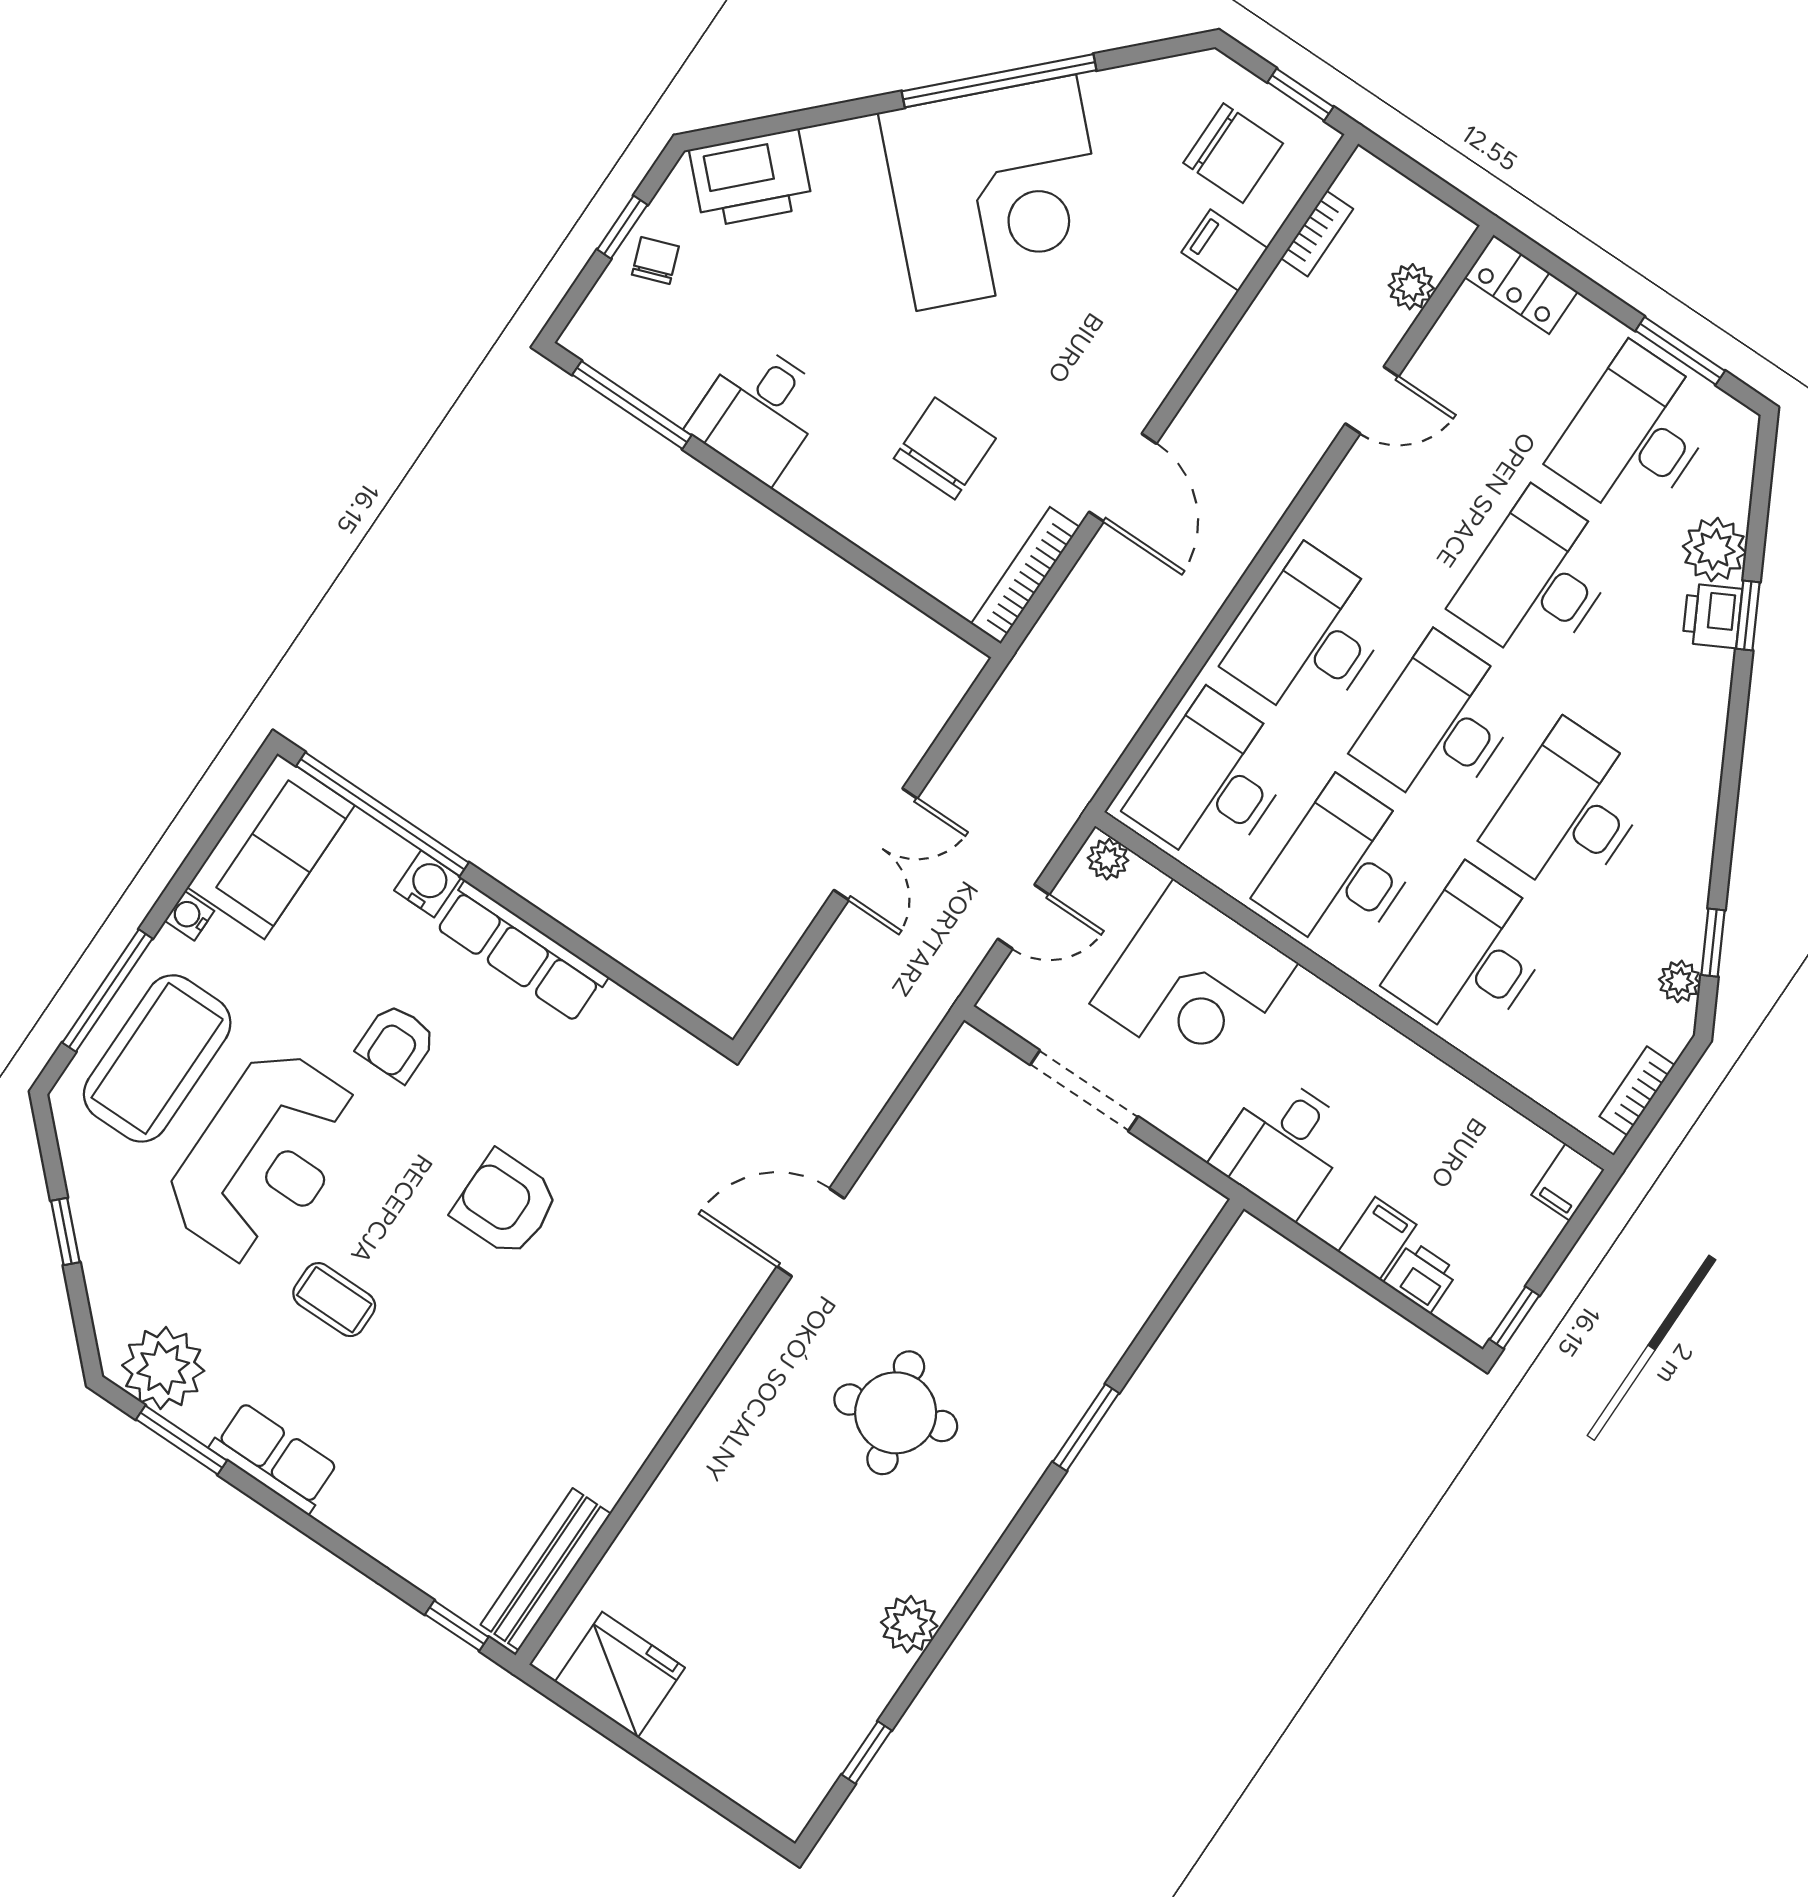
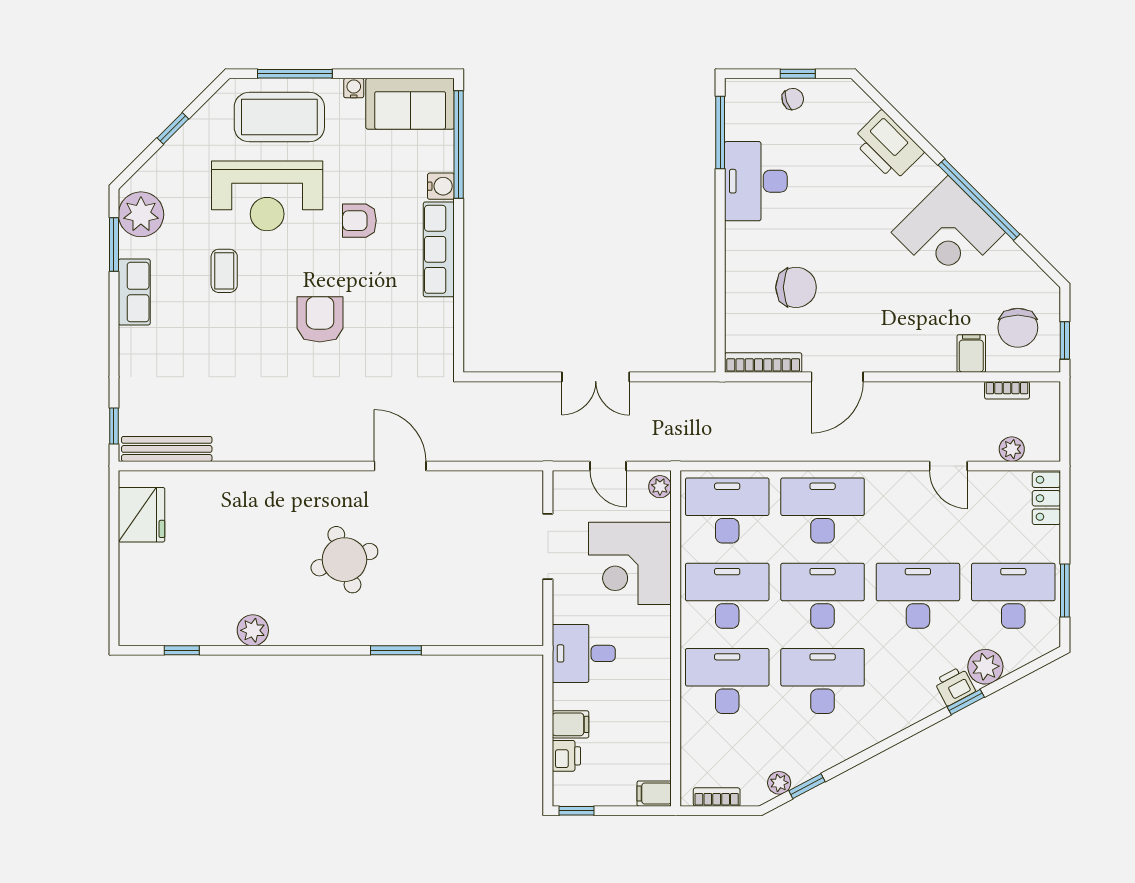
printer: (751, 178) -> (888, 146), moved
corner desk: (996, 193) -> (948, 232), width x0.74, depth x0.74
desk: (759, 412) -> (756, 181), width x1.37

